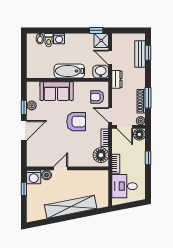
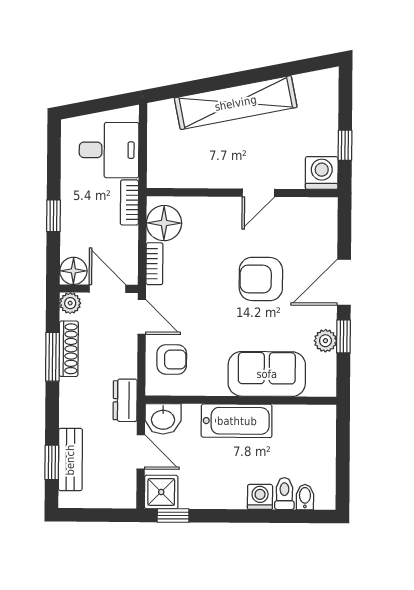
armchair: (76, 122) -> (261, 279), moved
boiler: (47, 175) -> (292, 177), removed

